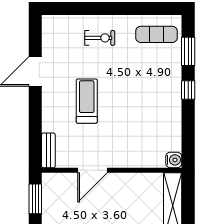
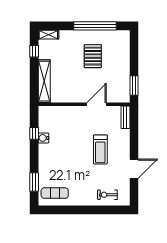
exercise bike: (100, 38) -> (107, 195), moved
window: (188, 90) -> (34, 133), moved
water cooler: (174, 160) -> (43, 138), moved

